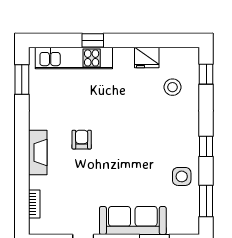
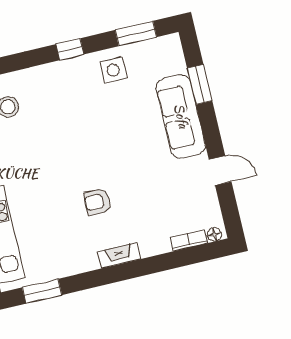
fireplace: (38, 153) -> (119, 255), width x0.73, depth x0.76
floor lamp: (34, 225) -> (214, 234), added

